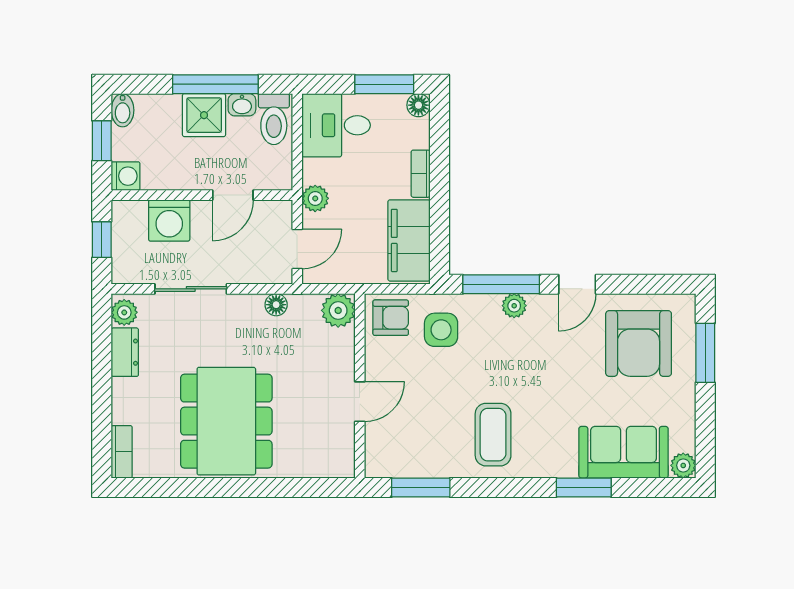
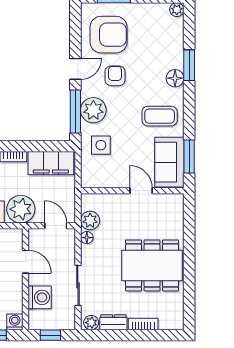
plant: (315, 198) -> (21, 209), width x1.88, depth x1.88
door: (577, 284) -> (75, 69), hinge flipped
plant: (514, 306) -> (93, 110), width x1.88, depth x1.88
plant: (338, 310) -> (90, 220), moved
armchair: (391, 318) -> (115, 76), moved
bookcase: (122, 452) -> (143, 324), moved
sofa: (624, 452) -> (169, 162), moved
floor lamp: (561, 462) -> (175, 78), added

